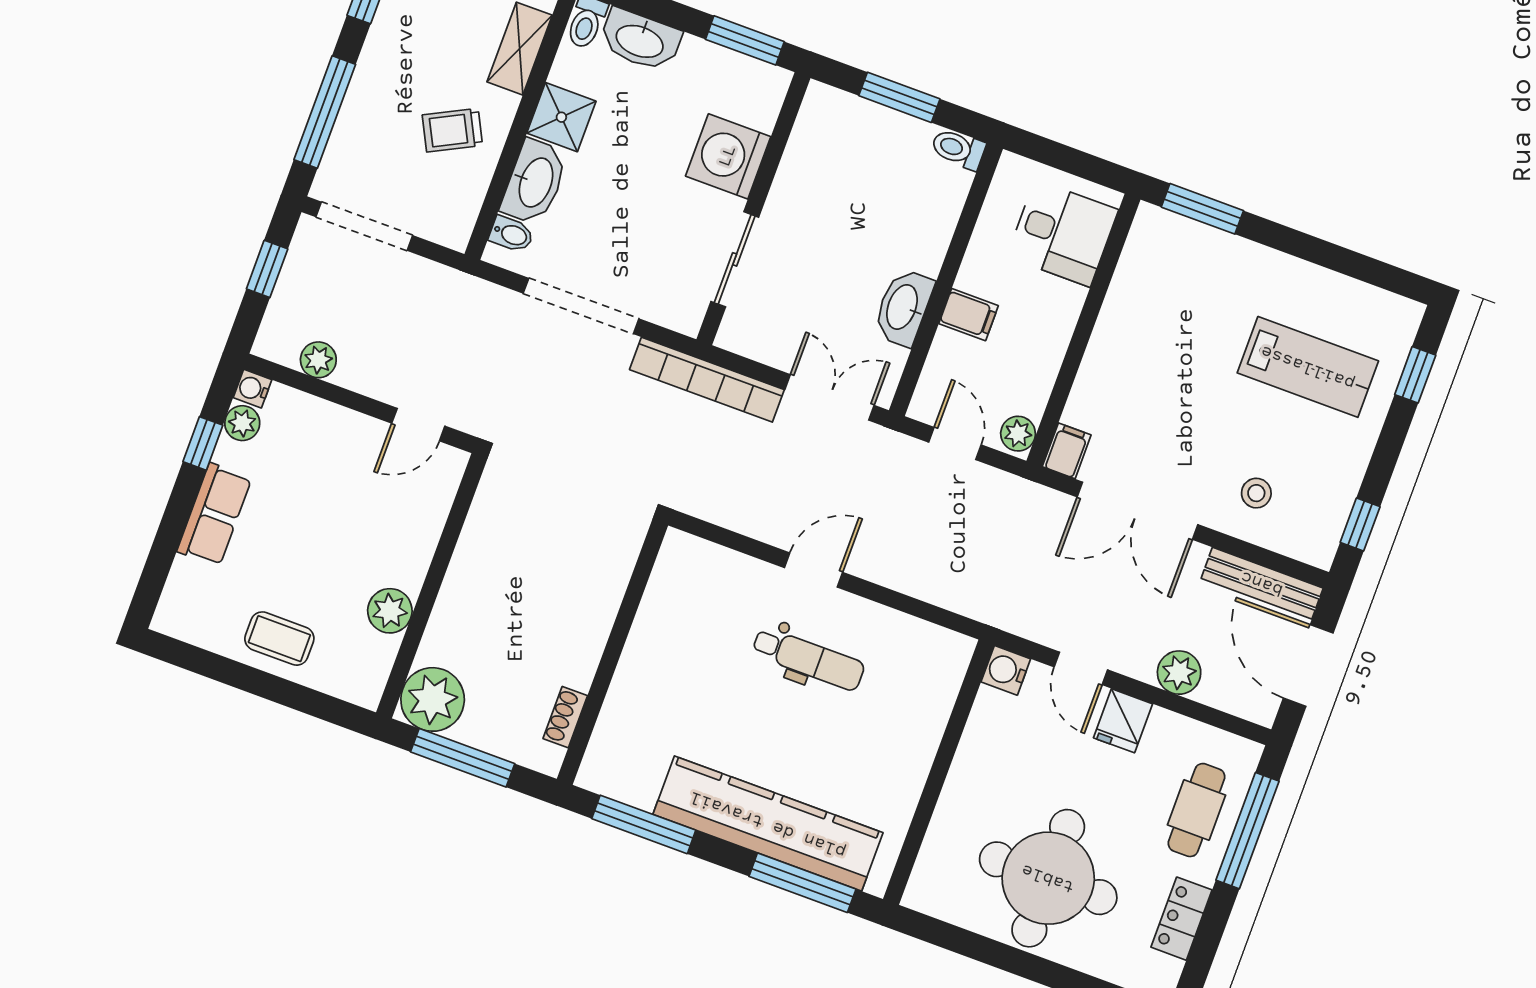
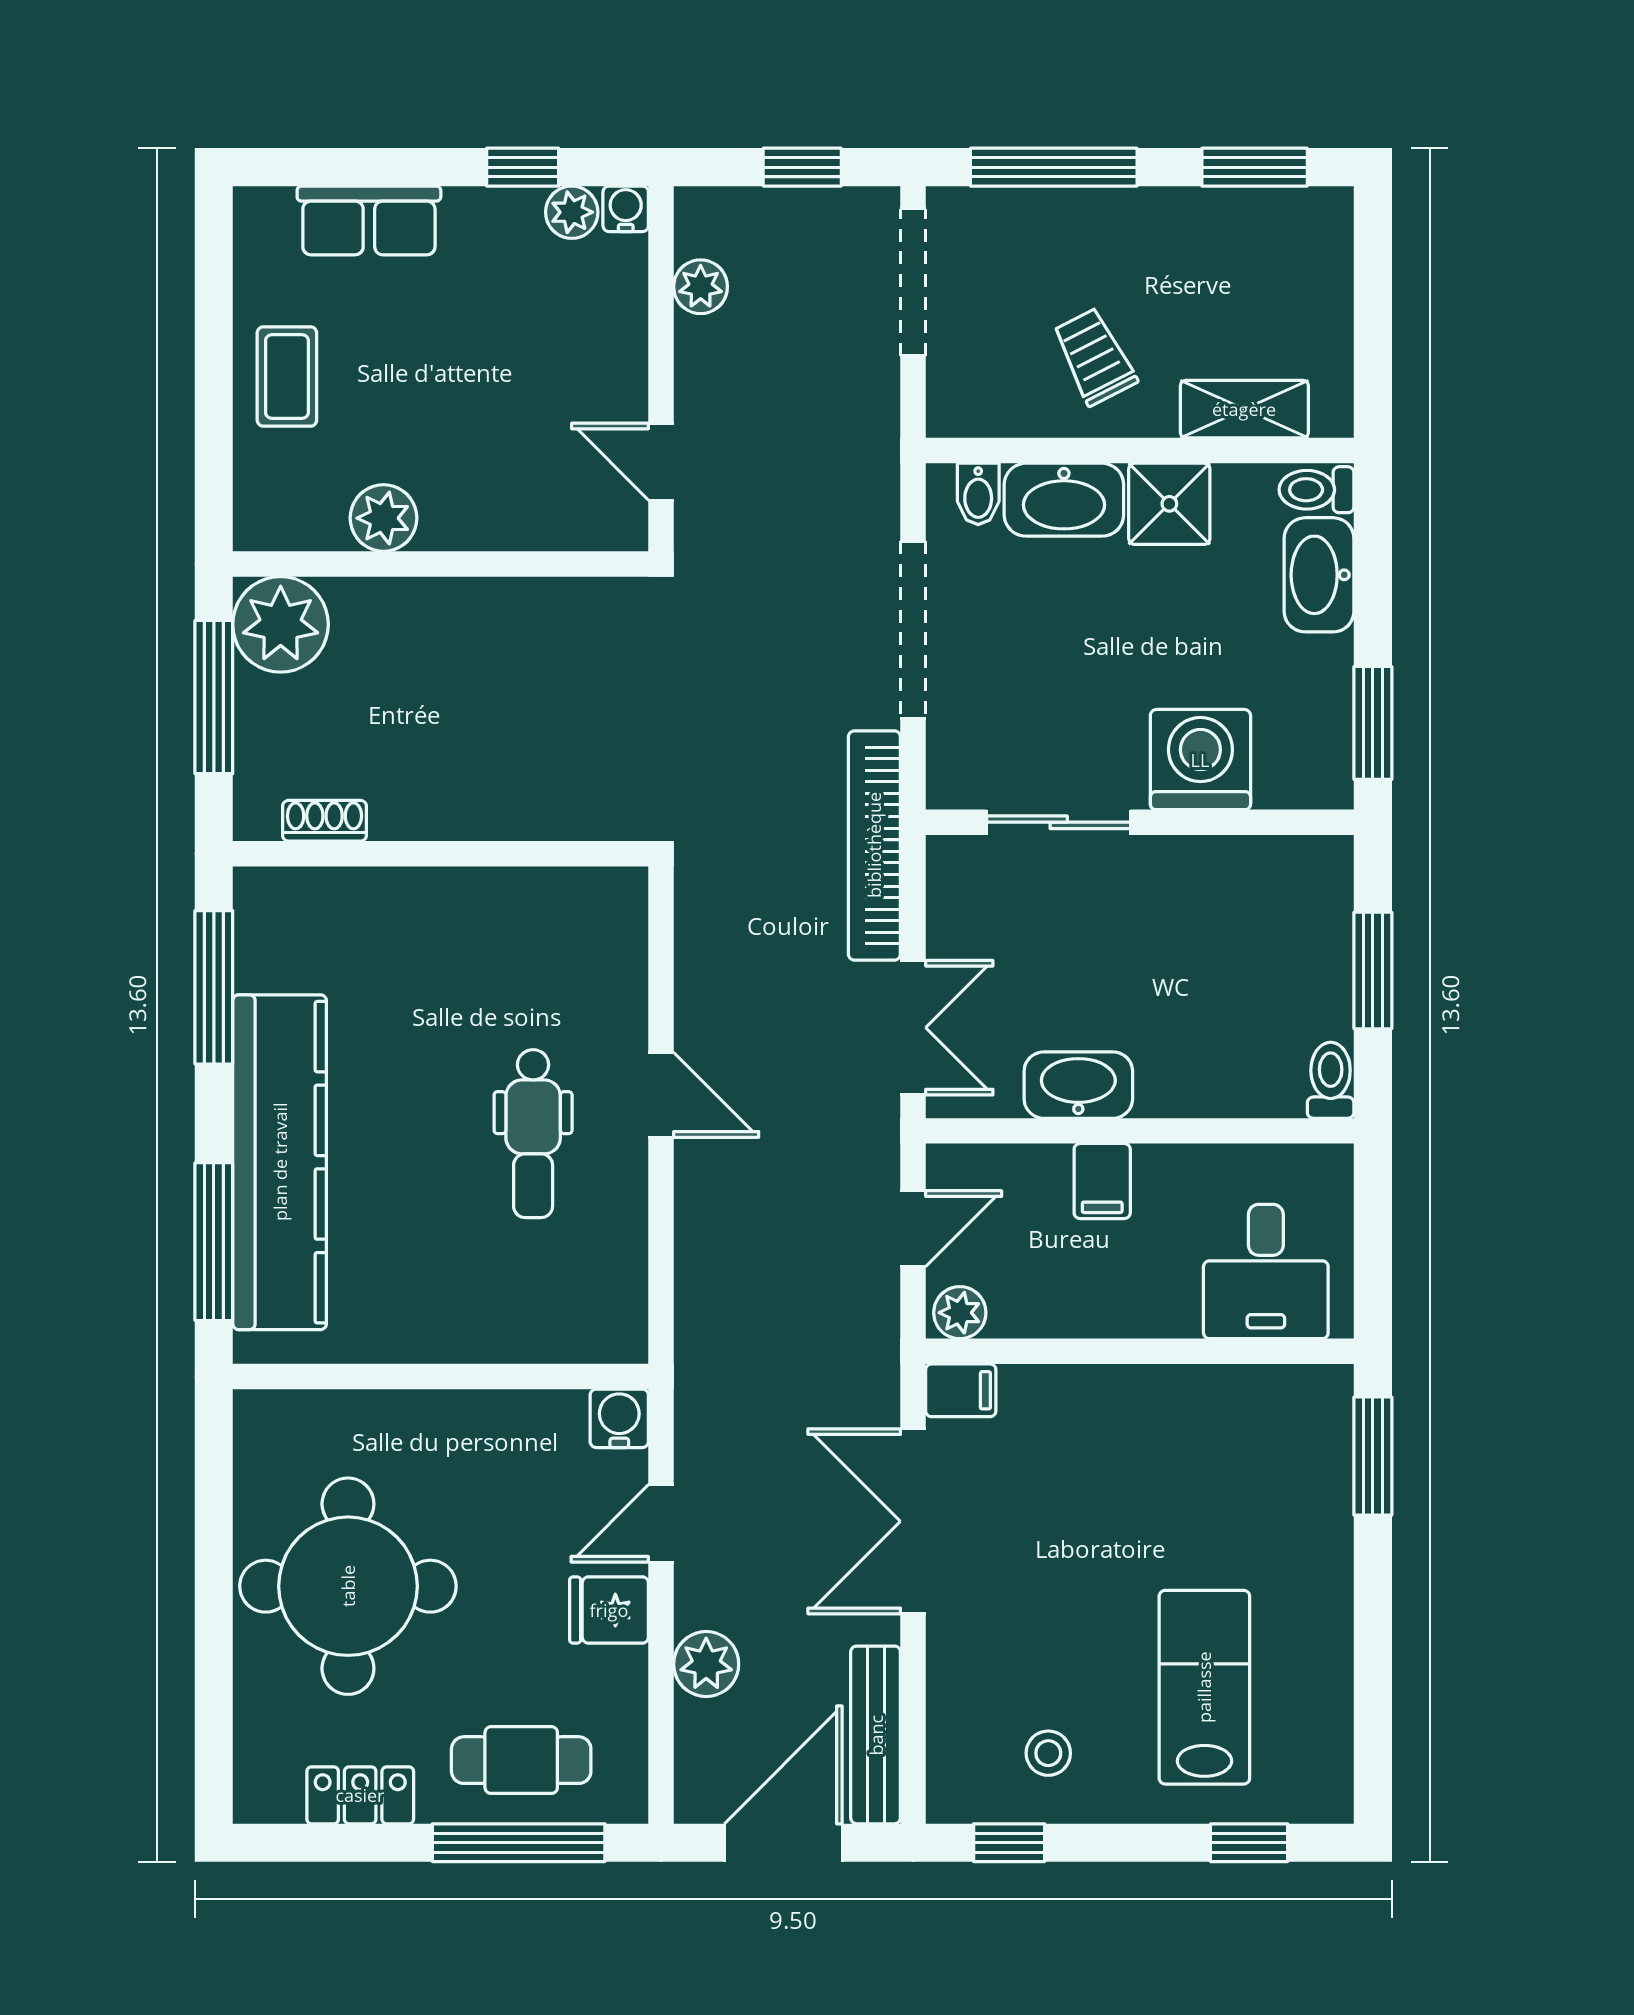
lab bench: (1308, 367) -> (1204, 1687), turned 180
stool: (1256, 493) -> (1048, 1753), moved
row of seats: (214, 515) -> (369, 220), moved

